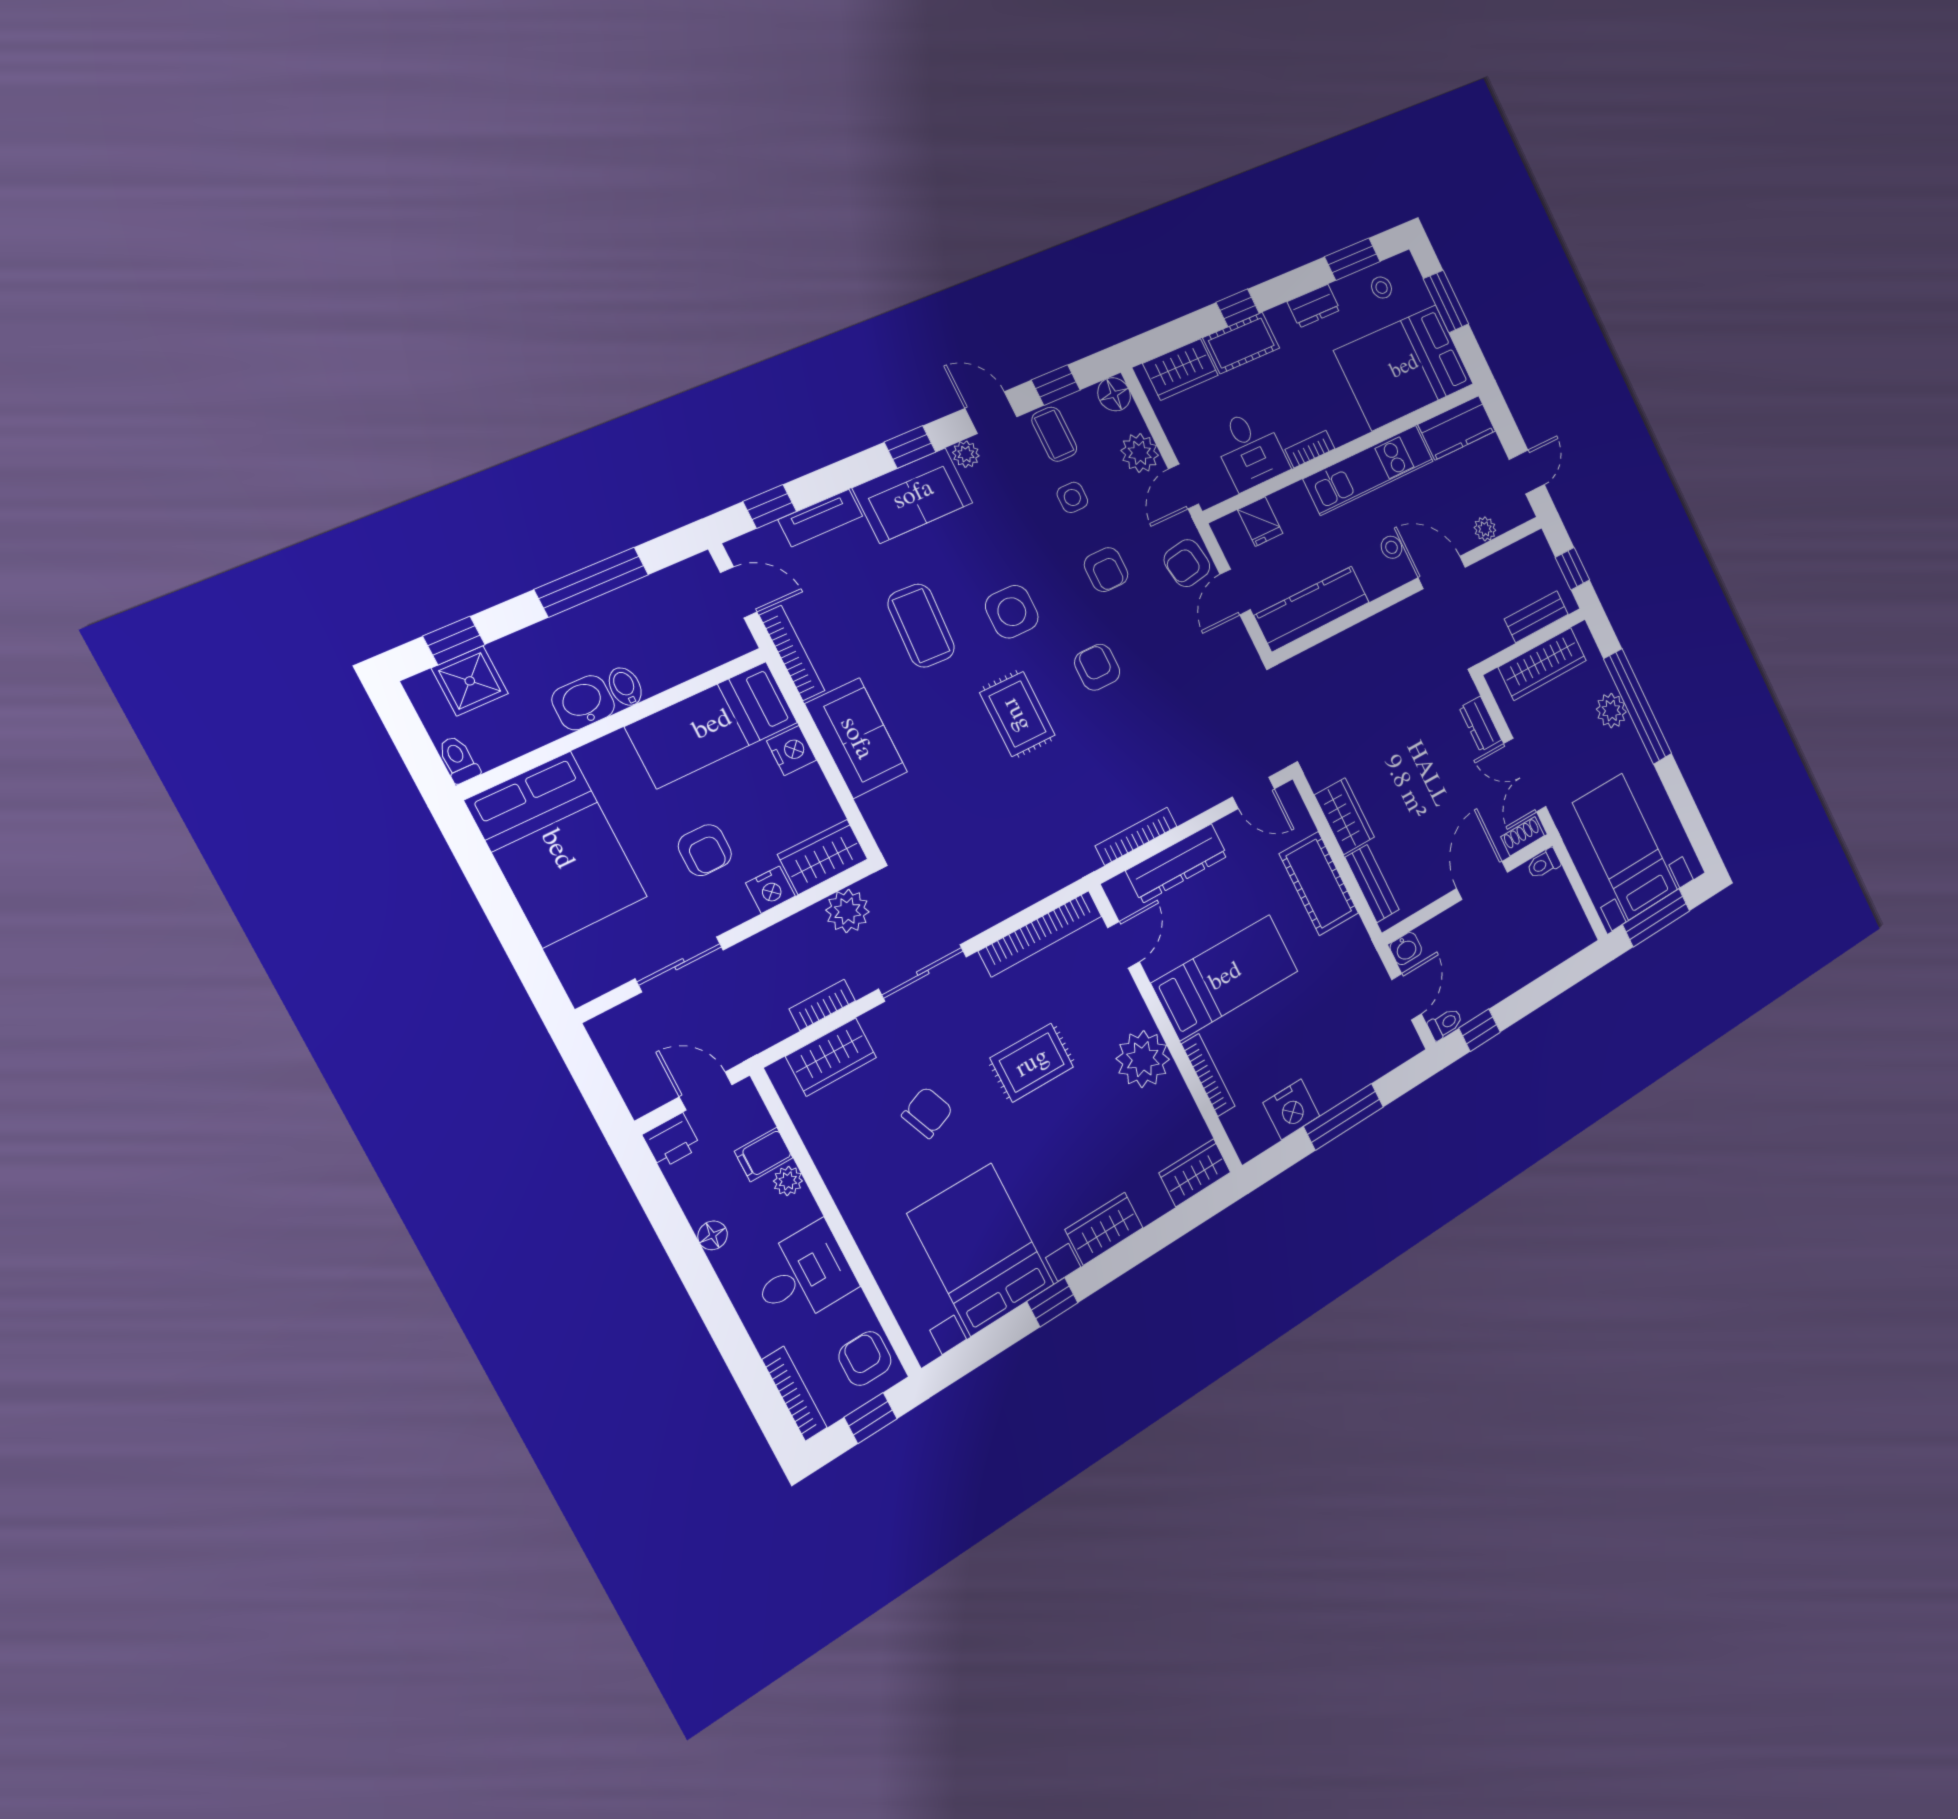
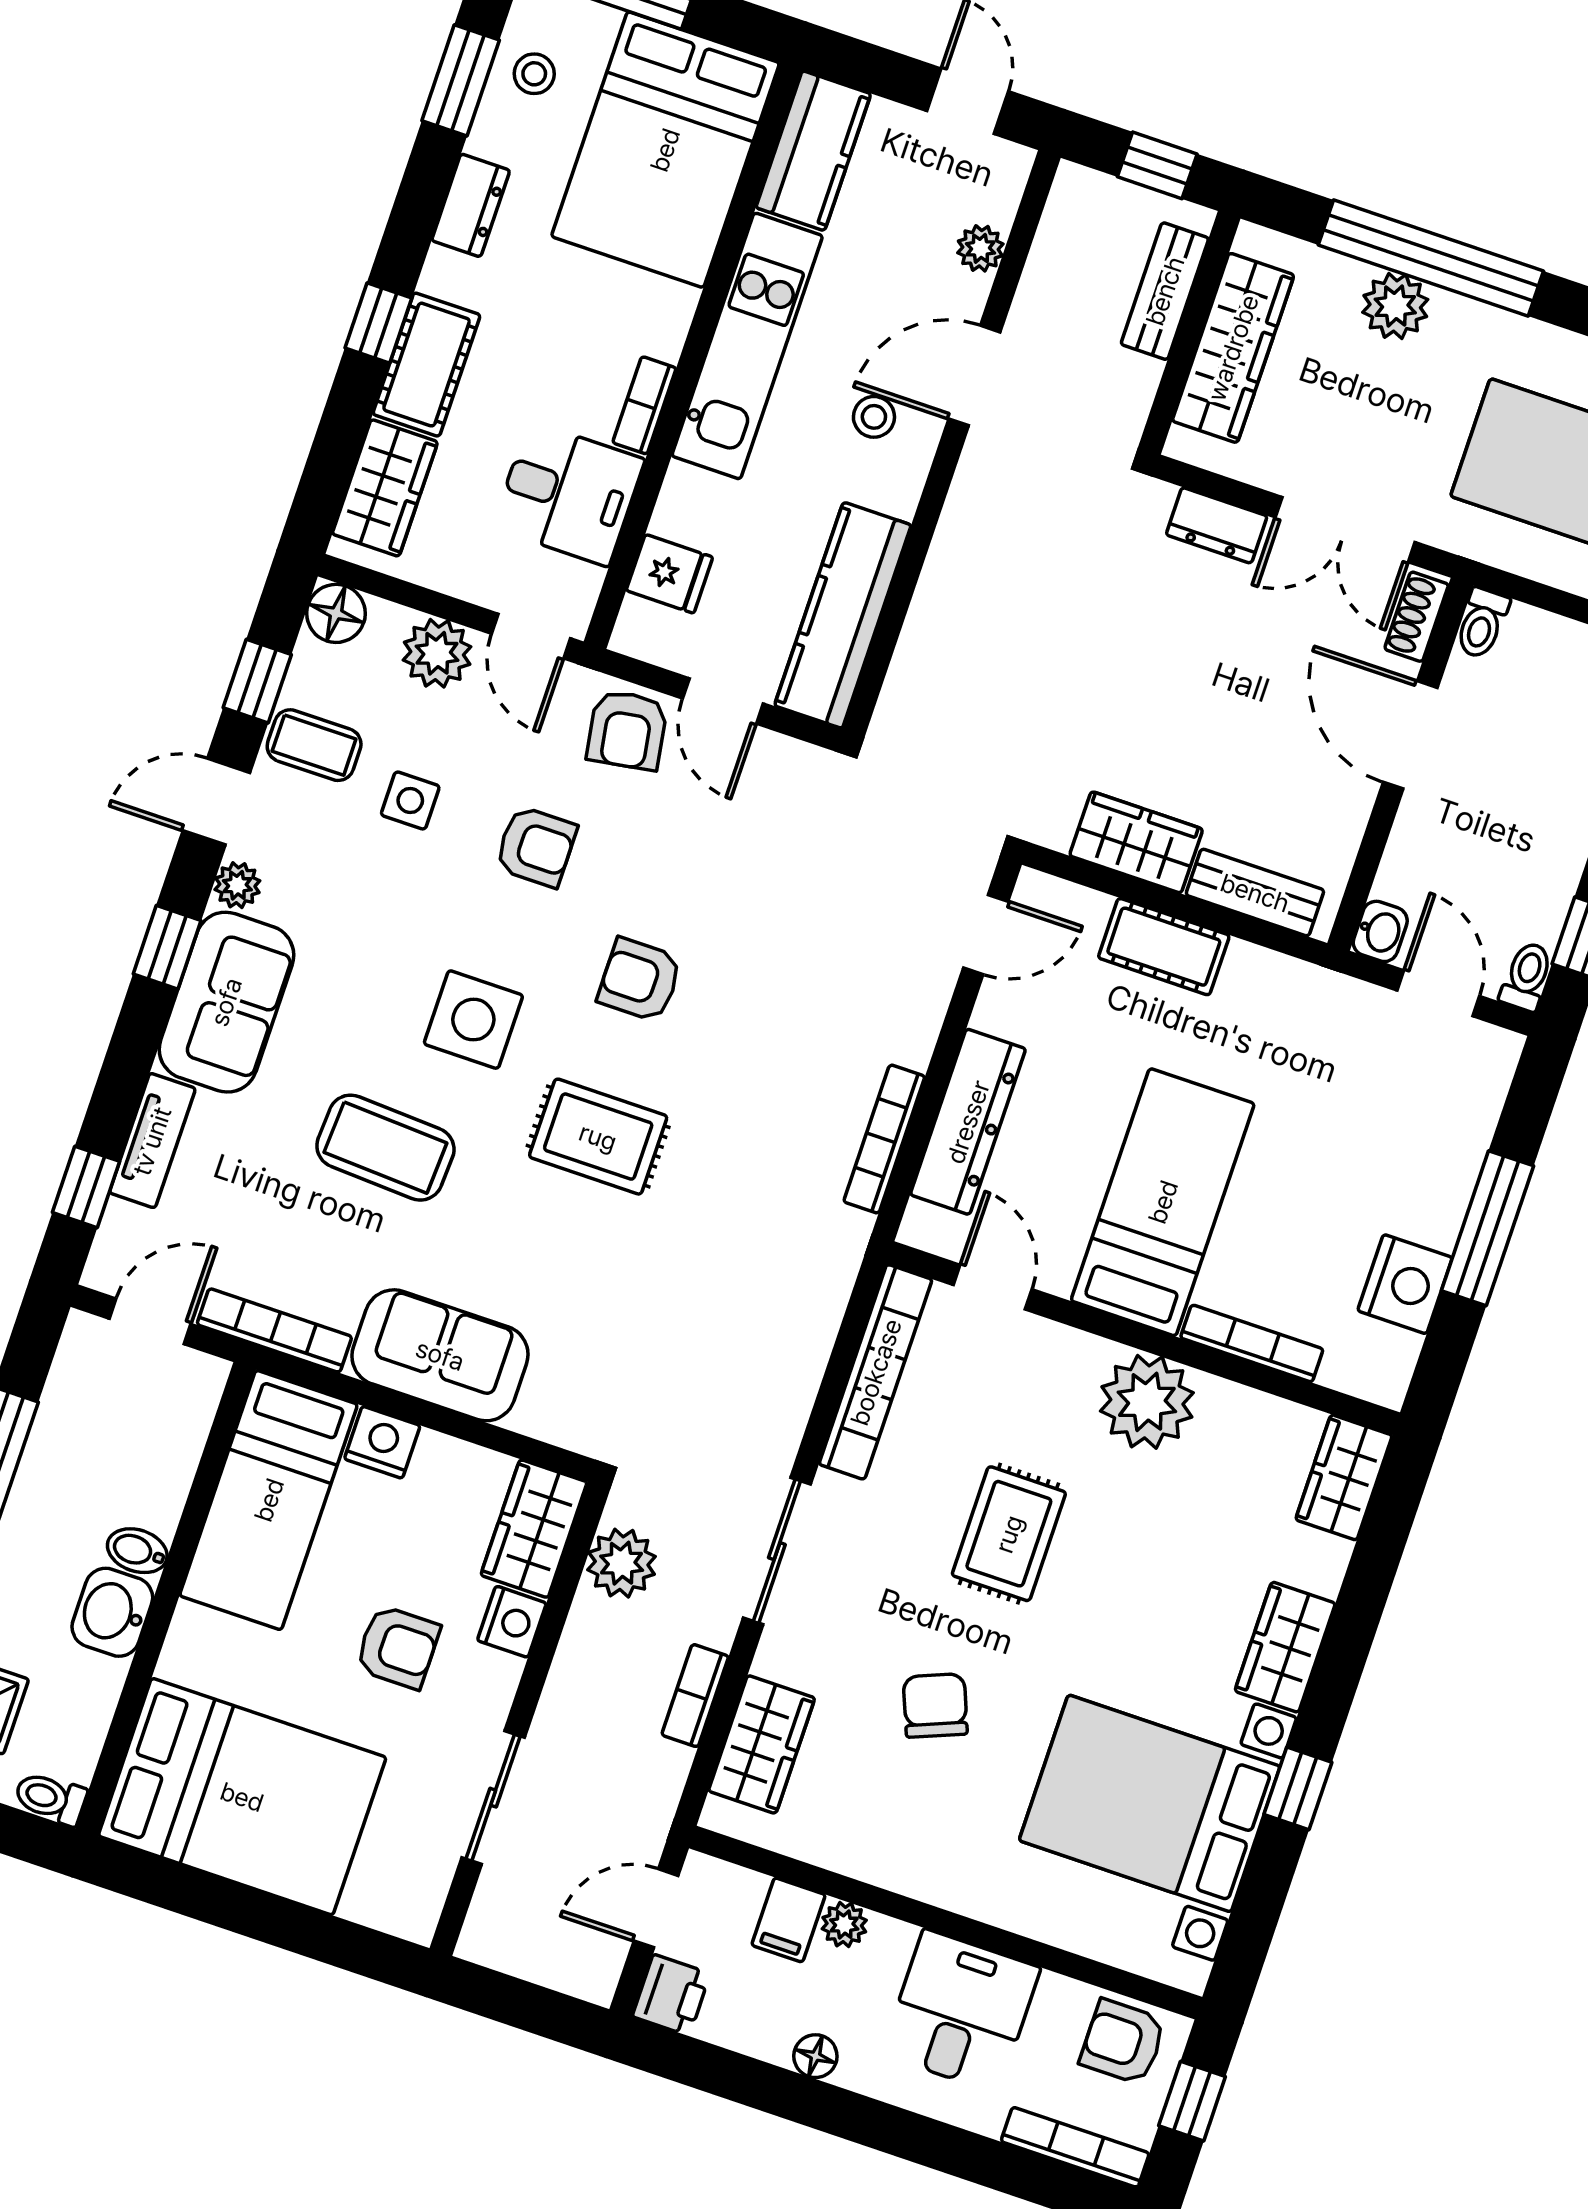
cot: (1319, 884) -> (1164, 947), width x0.73, depth x0.75

